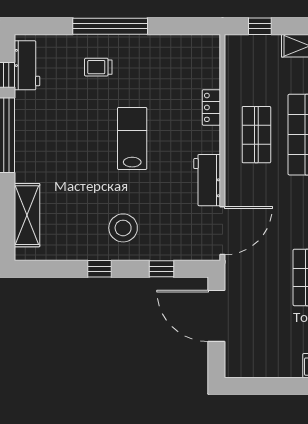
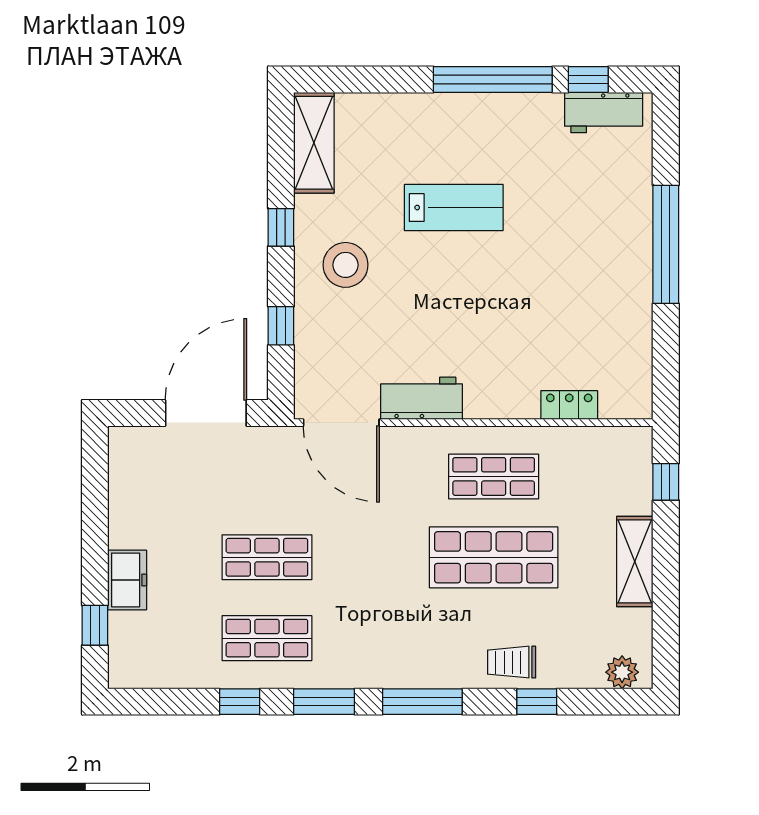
trolley: (98, 67) -> (601, 225), removed
locker: (211, 107) -> (569, 405), moved
lab bench: (132, 138) -> (454, 208), moved
shelving: (27, 215) -> (314, 143), moved, turned 90

